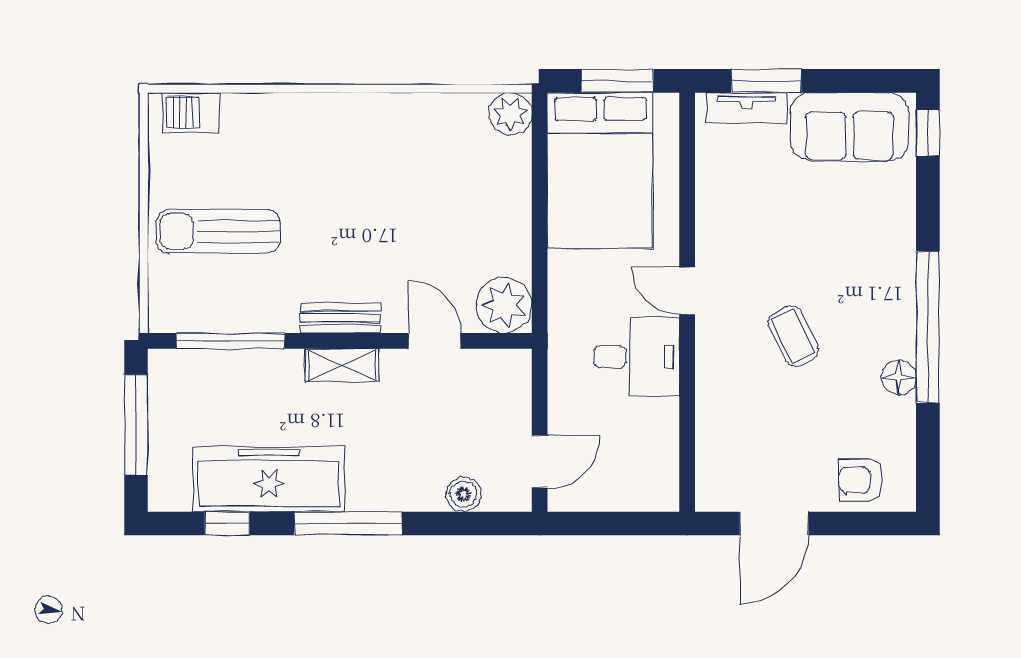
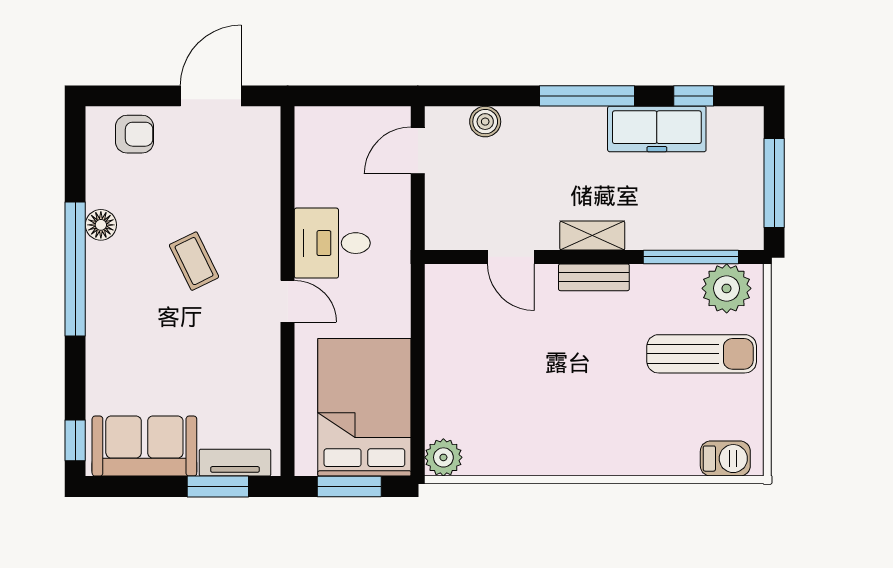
plant: (504, 305) -> (727, 288), moved
freezer: (269, 479) -> (657, 129), width x0.73, depth x0.79

